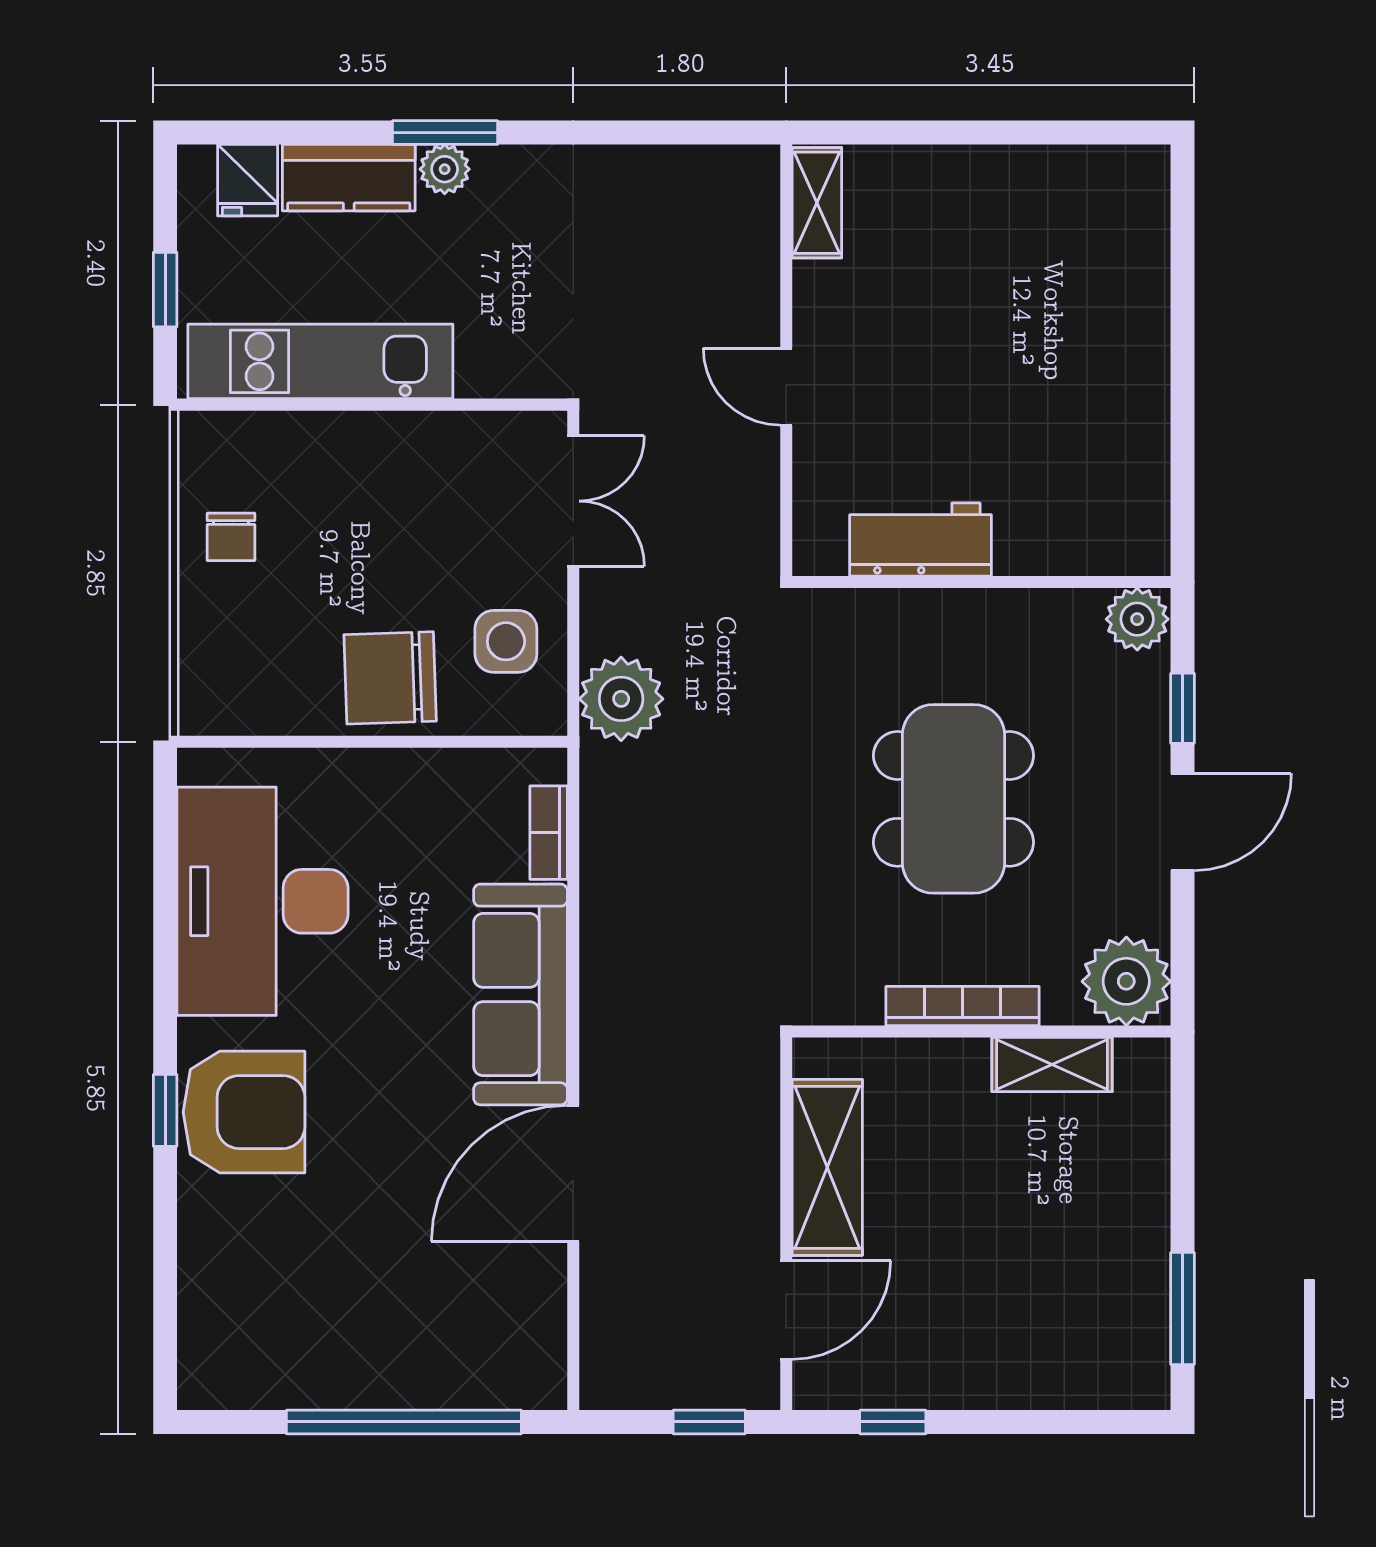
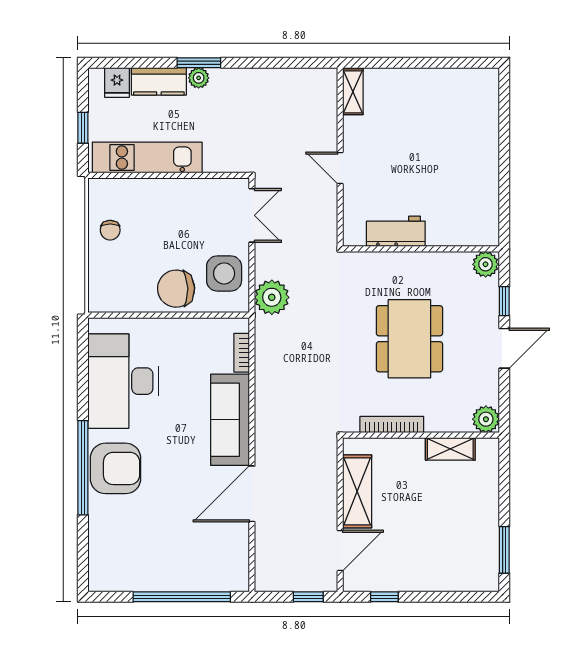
side table: (506, 641) -> (224, 273), width x1.37, depth x1.37
plant: (1126, 981) -> (486, 419), width x0.73, depth x0.73
bookcase: (963, 1006) -> (392, 425), moved
window: (165, 1110) -> (83, 468), width x3.17

